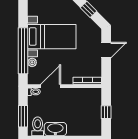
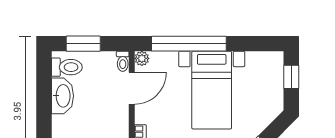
plant: (32, 62) -> (142, 58), moved
door: (51, 86) -> (132, 88), hinge flipped

